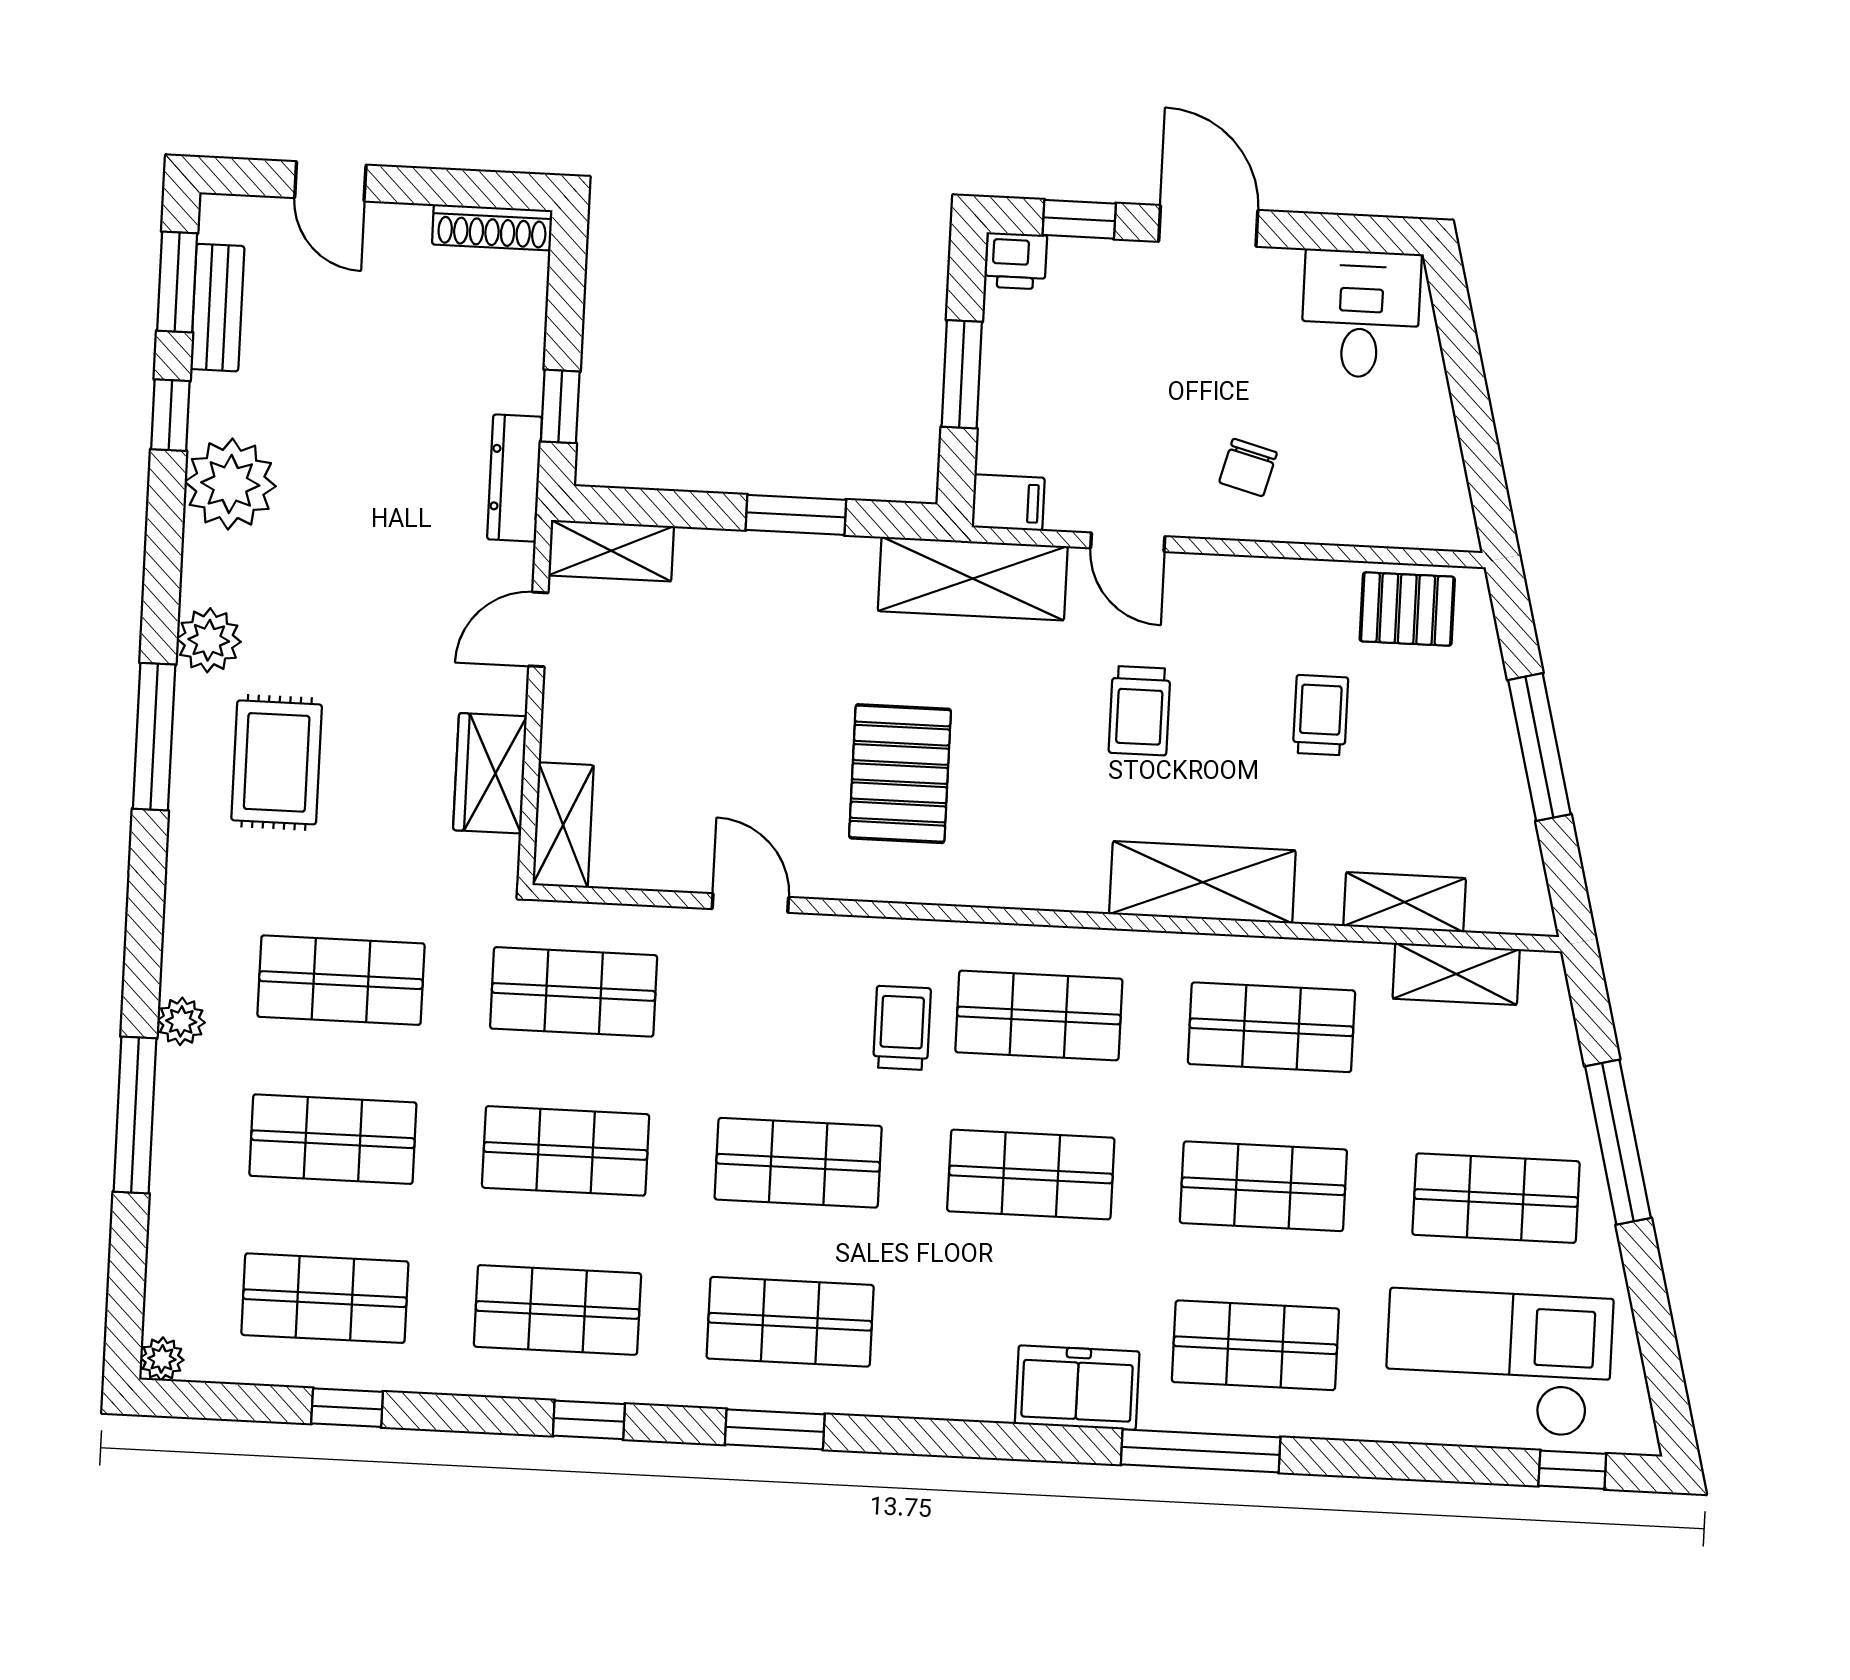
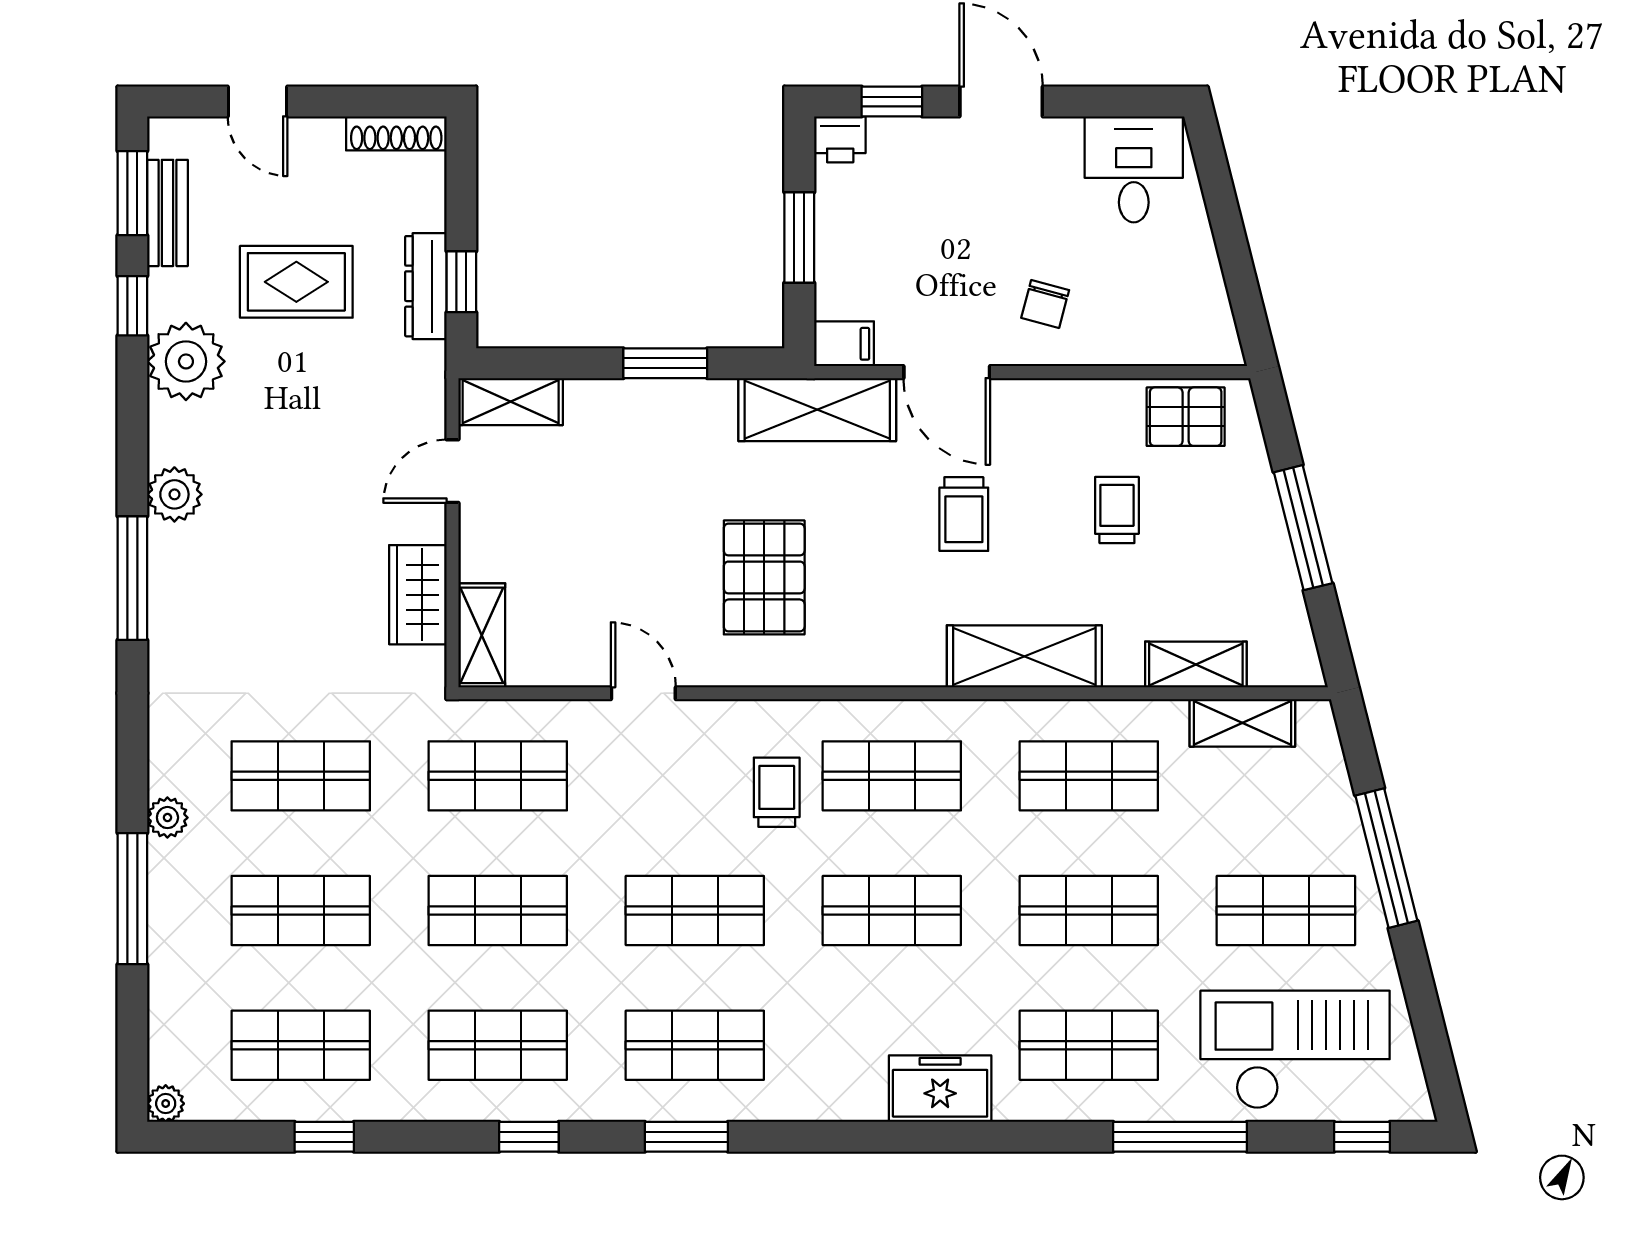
dresser: (515, 478) -> (426, 286), moved
door: (1128, 542) -> (947, 372), width x1.38
rug: (277, 762) -> (296, 282), moved, turned 90
window: (1201, 1451) -> (1180, 1137), moved

